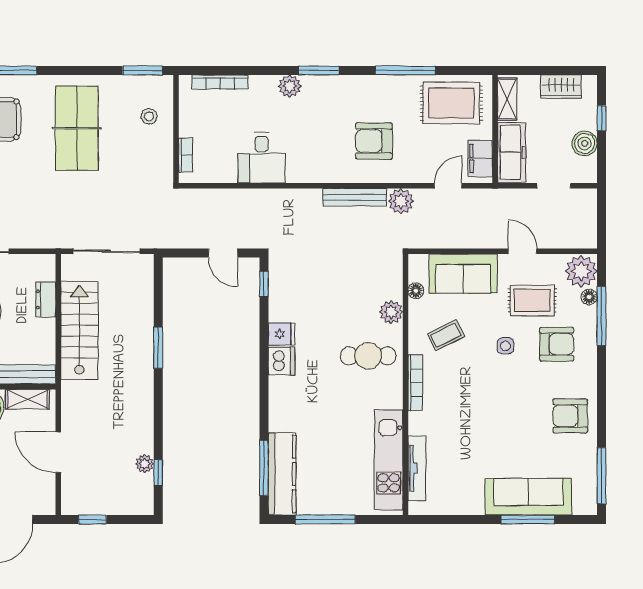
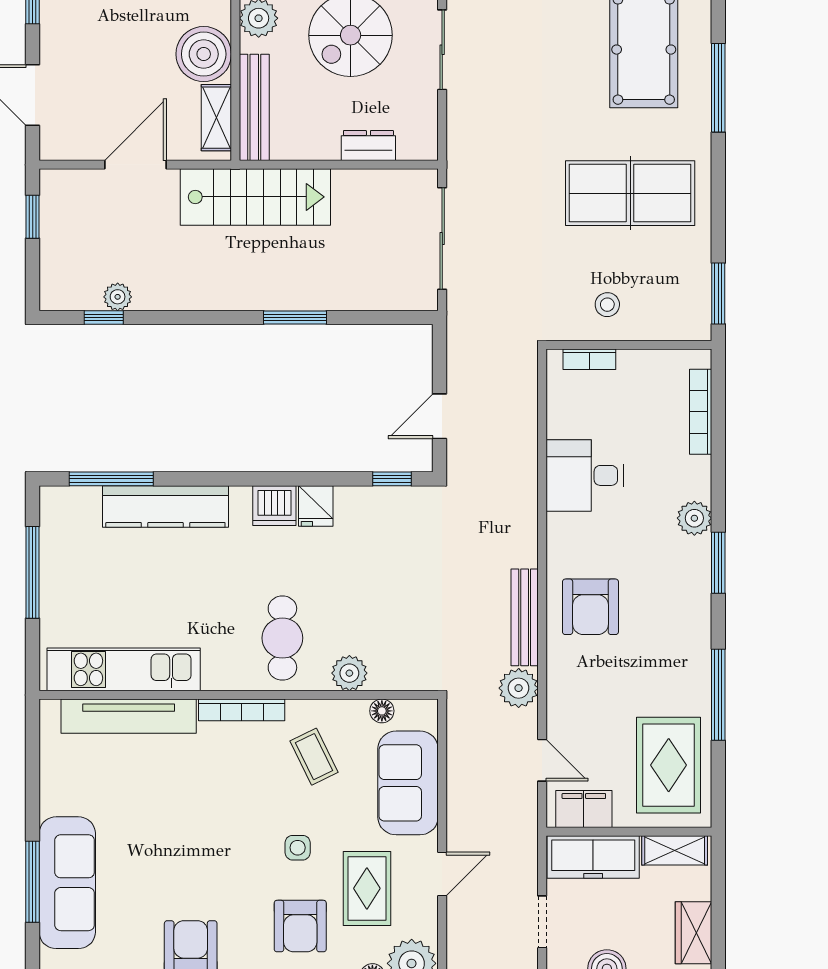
stool: (149, 116) -> (607, 305), moved
armchair: (374, 141) -> (590, 607), moved, turned 180
stairs: (79, 330) -> (255, 197), moved
tv unit: (417, 468) -> (129, 716), width x1.36, depth x1.29
kitchen counter: (282, 474) -> (165, 506), moved

